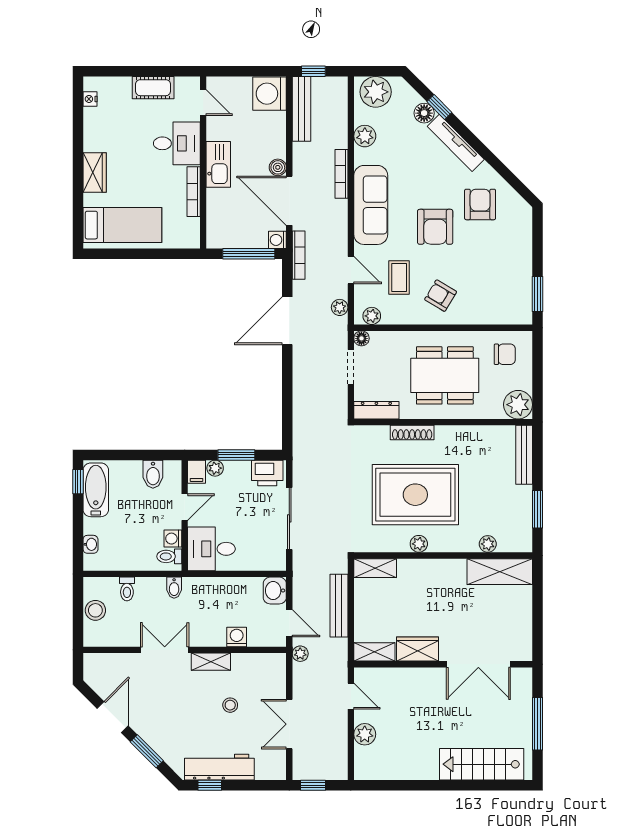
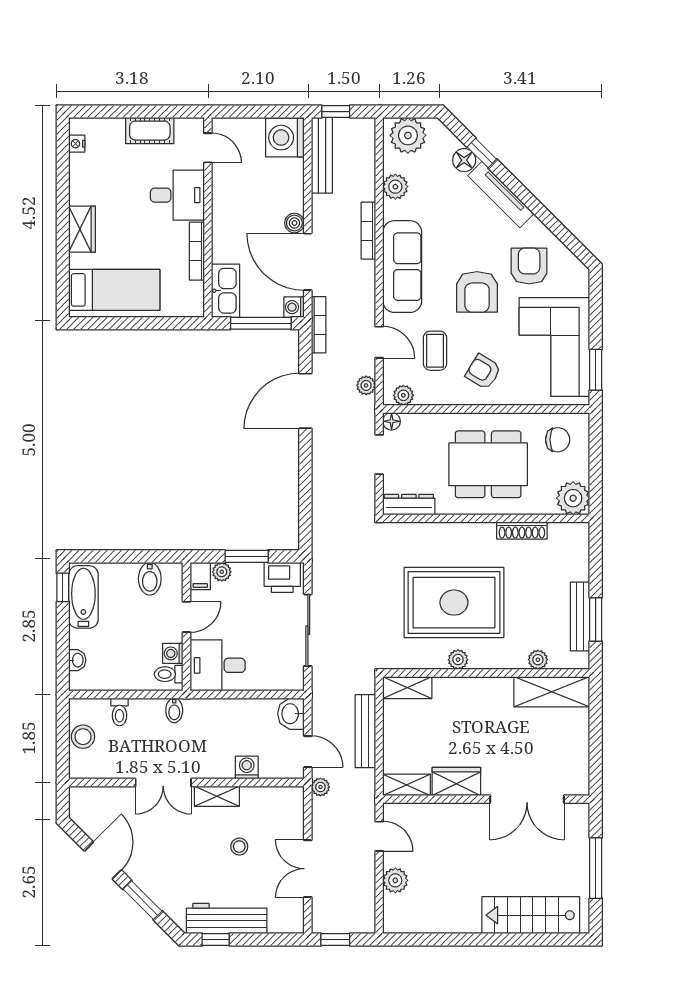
kitchen sink: (218, 164) -> (225, 291), moved
corner sofa: (502, 274) -> (554, 347), added
shoe rack: (412, 433) -> (522, 531), moved
bench: (524, 455) -> (580, 616), moved
double door: (165, 650) -> (163, 782), swing flipped

